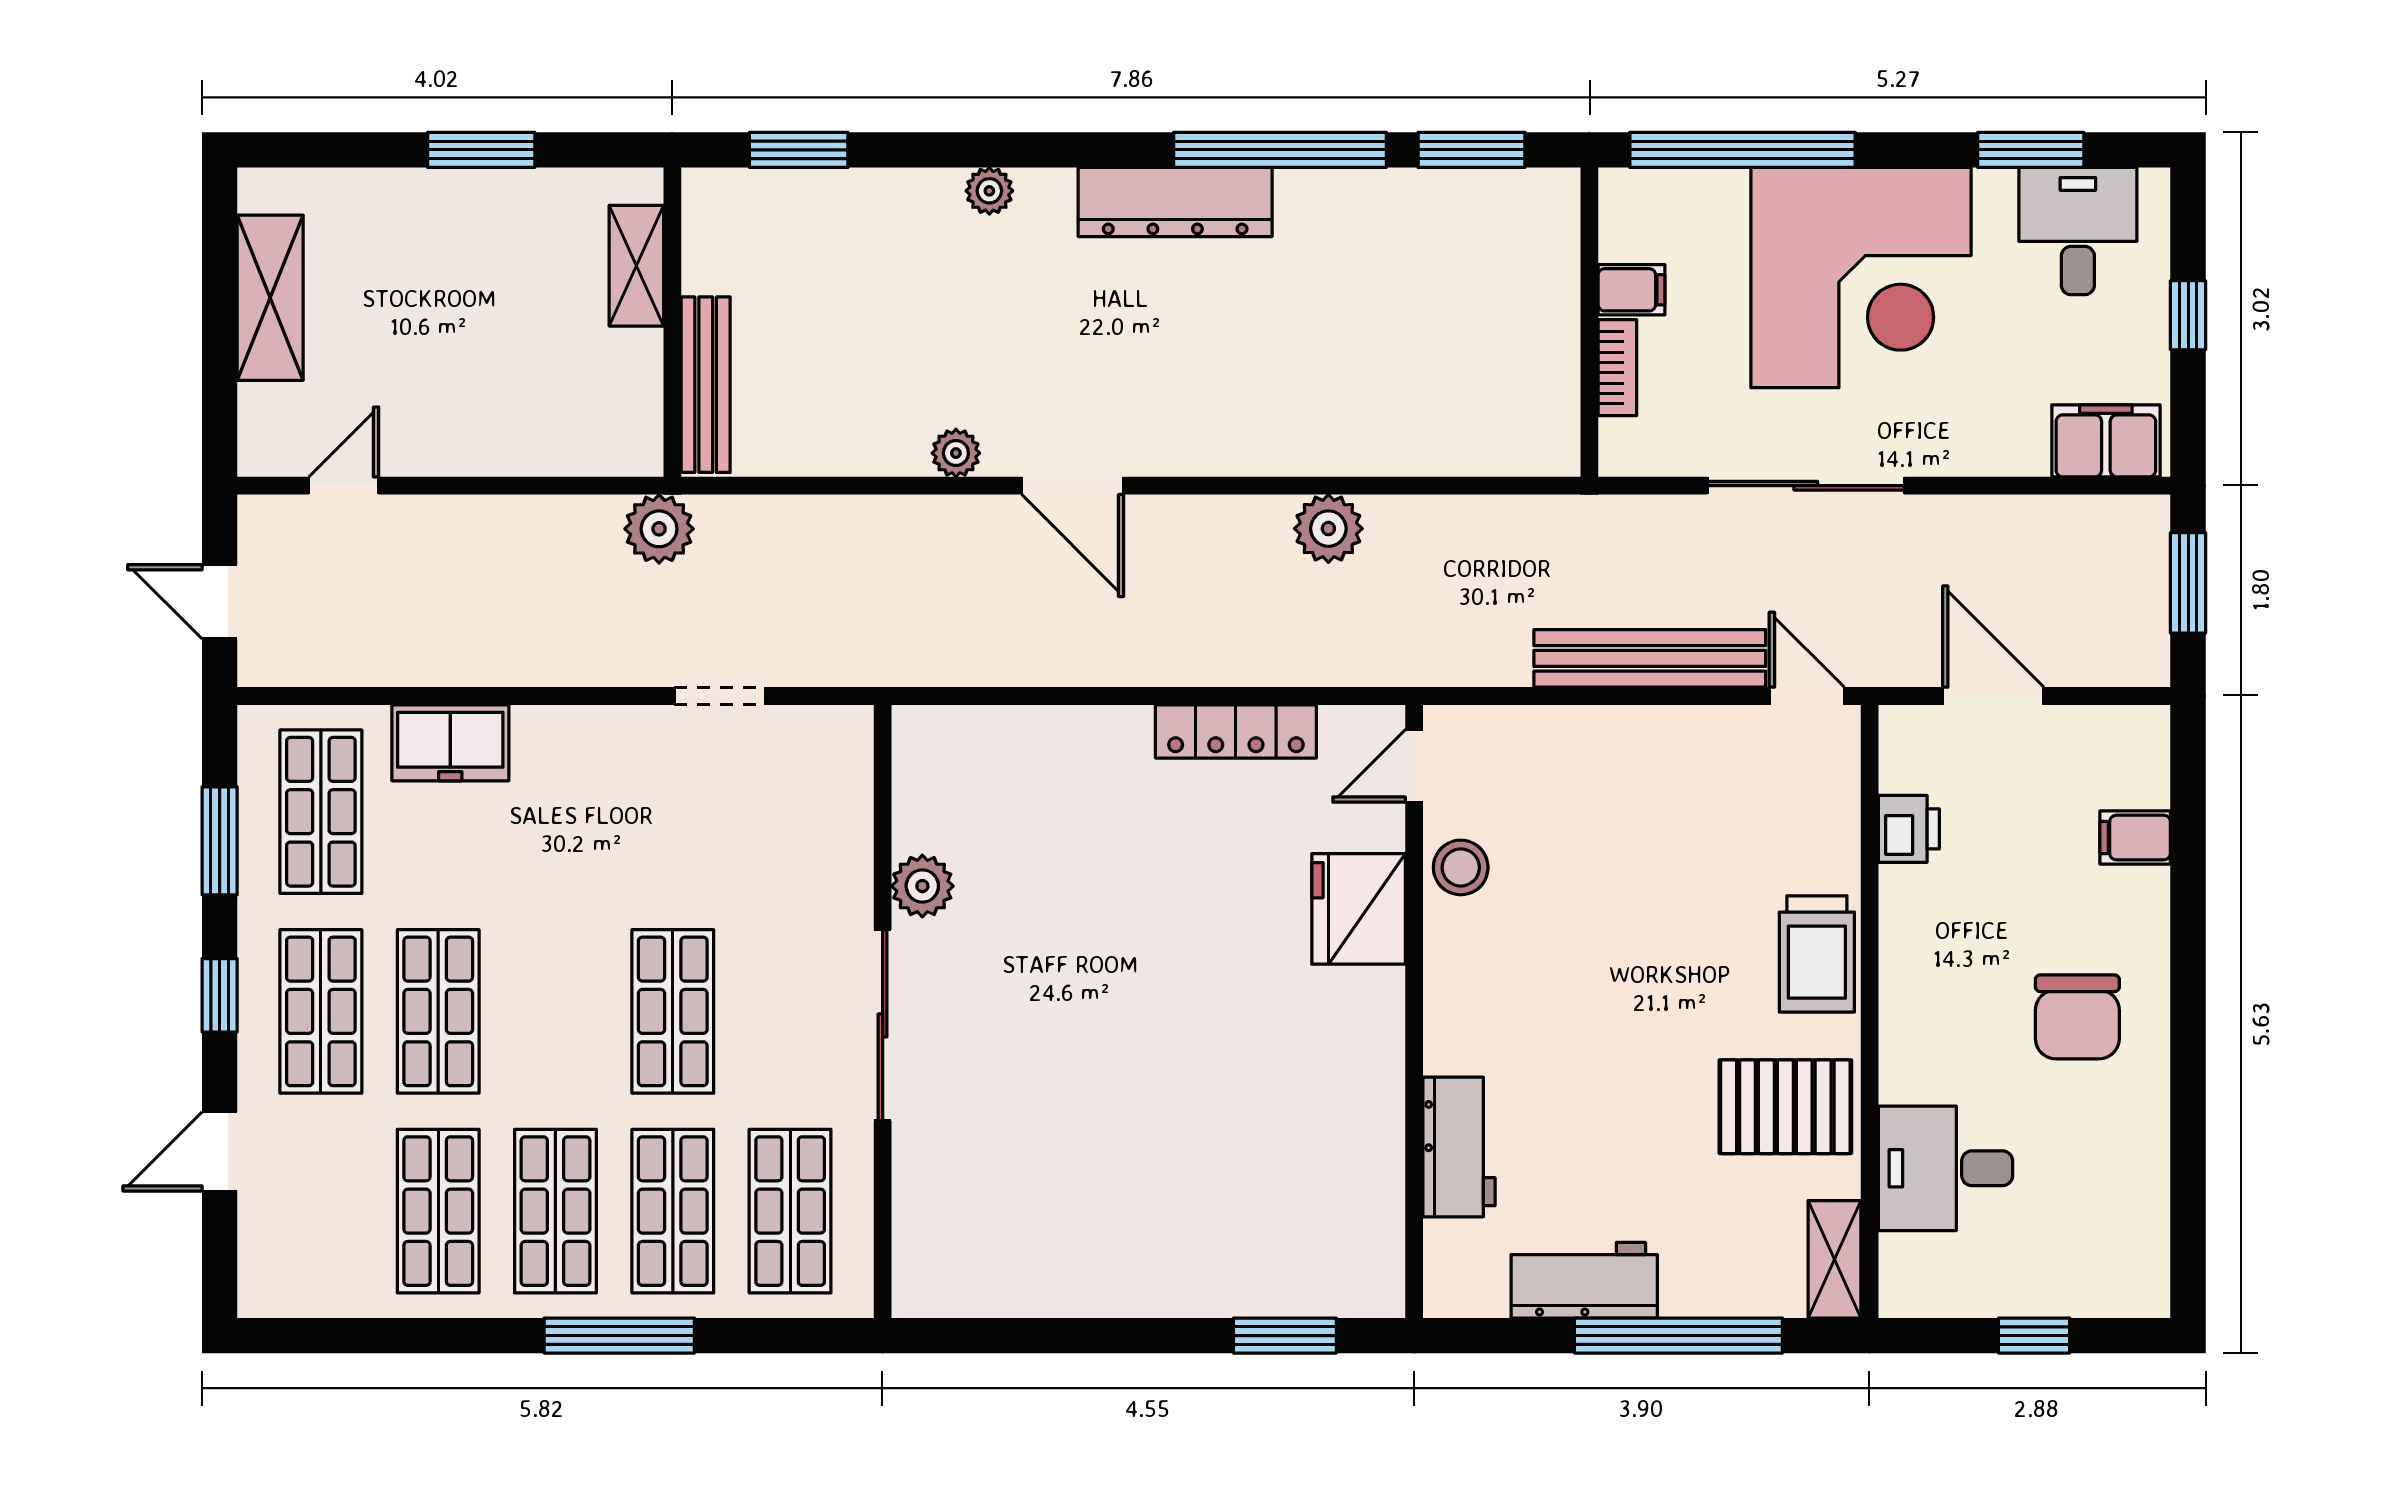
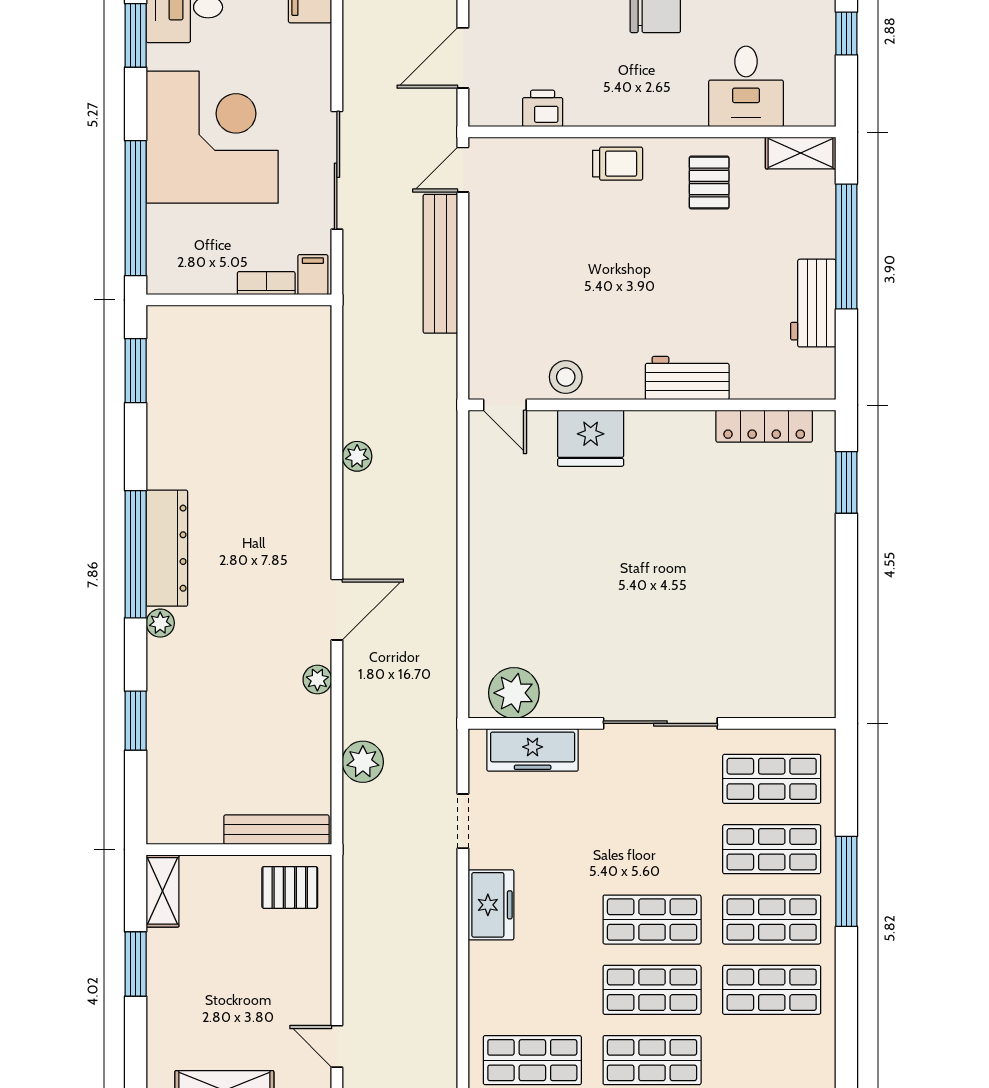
window: (799, 150) -> (136, 721), moved
window: (1280, 150) -> (136, 554), moved
plant: (989, 191) -> (160, 623), moved
shelving: (636, 266) -> (162, 891), moved, turned 90
filing cabinet: (1632, 290) -> (313, 275), moved
pallet: (609, 407) -> (290, 887), added
plant: (659, 529) -> (363, 762), moved
plant: (1328, 529) -> (357, 456), width x0.73, depth x0.73
locker: (1236, 731) -> (764, 426), moved, turned 90
freezer: (450, 743) -> (491, 905), moved
freezer: (838, 812) -> (533, 750), added
plant: (922, 886) -> (514, 693), moved, width x1.36, depth x1.36
trolley: (1817, 954) -> (618, 164), width x0.73, depth x0.72
shop shelf: (673, 1011) -> (652, 920), moved
pallet: (1785, 1107) -> (709, 182), width x0.67, depth x0.71
workbench: (1459, 1147) -> (687, 378), moved

